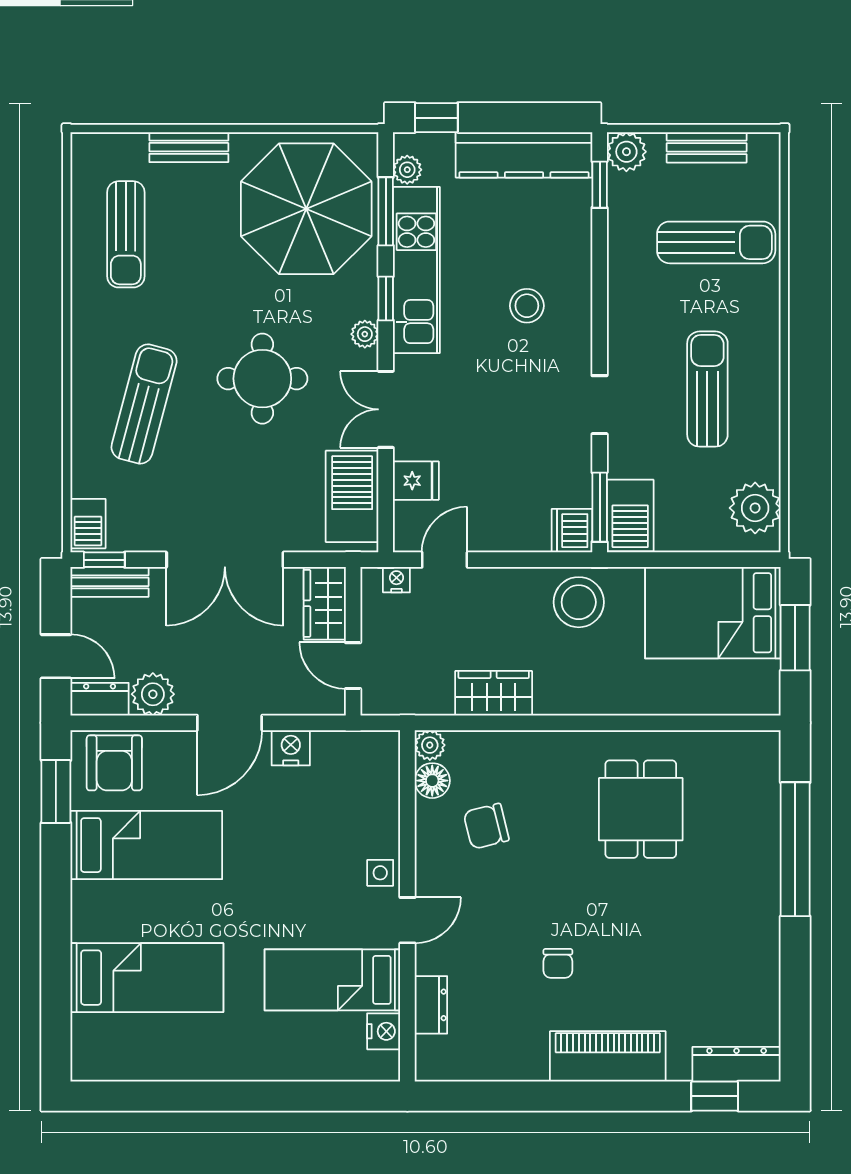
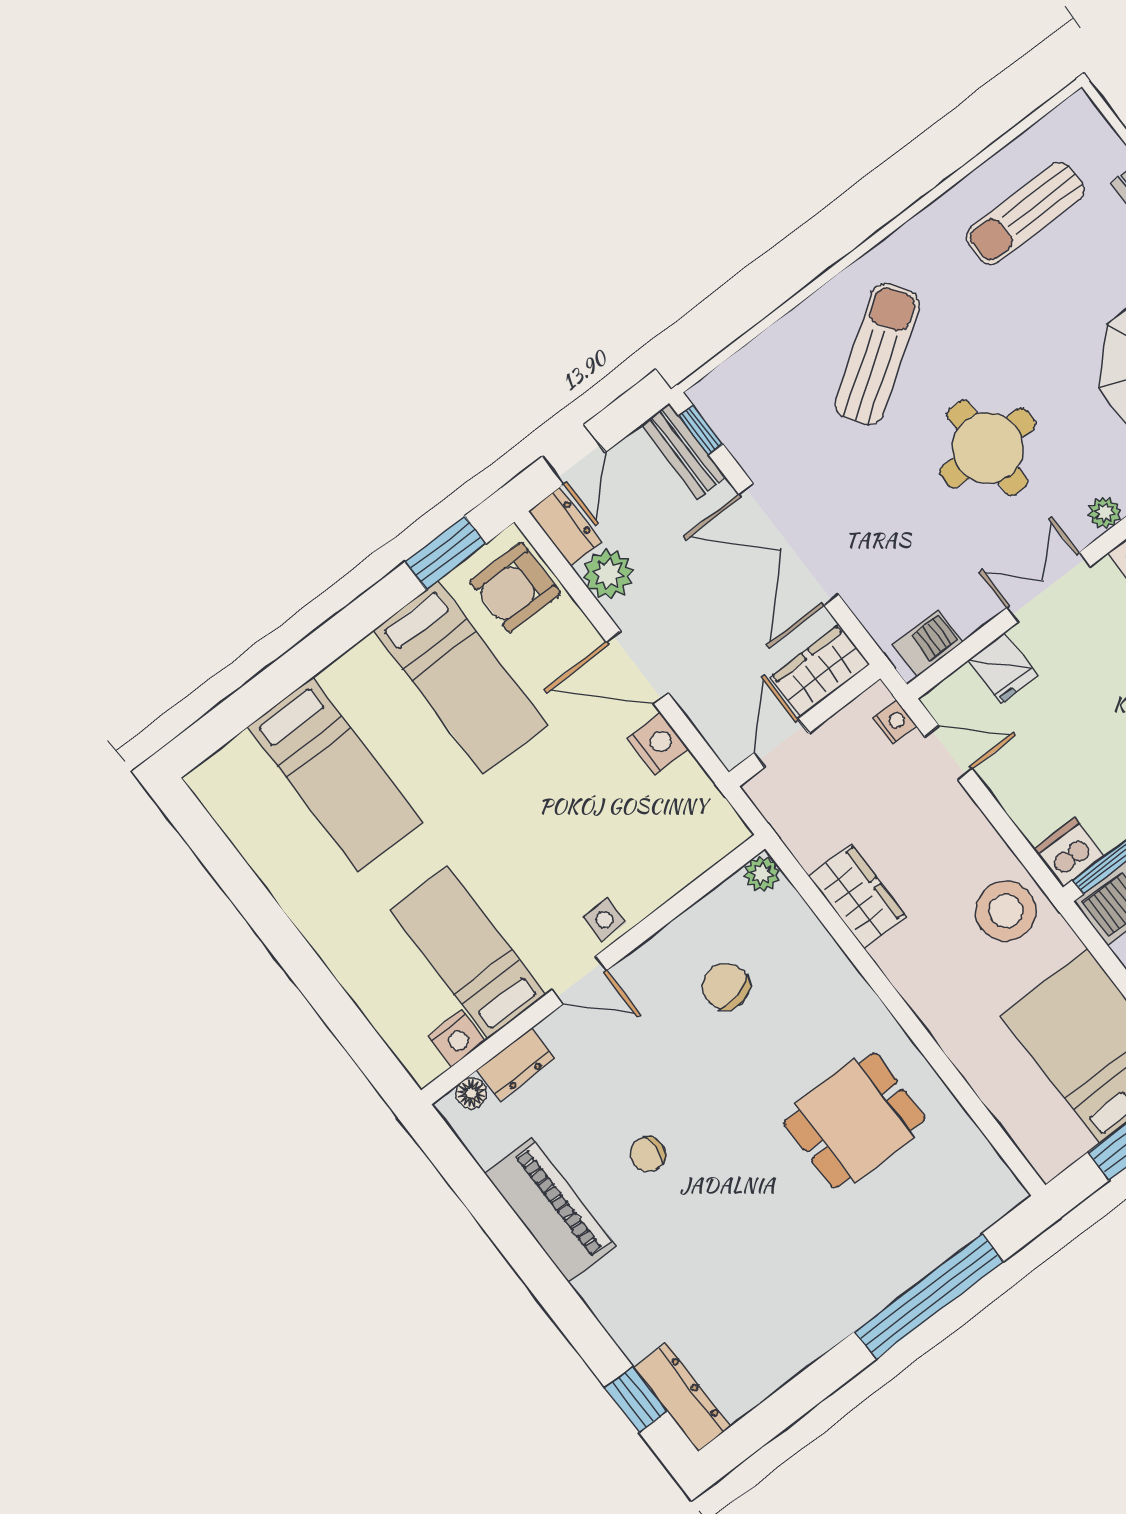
sun lounger: (144, 404) -> (877, 354), turned -49
barbecue: (352, 496) -> (928, 643), width x0.53, depth x0.65
barbecue: (88, 524) -> (723, 388), removed
floor lamp: (432, 781) -> (471, 1093), moved, width x0.73, depth x0.73
piano: (608, 1056) -> (550, 1210), moved

